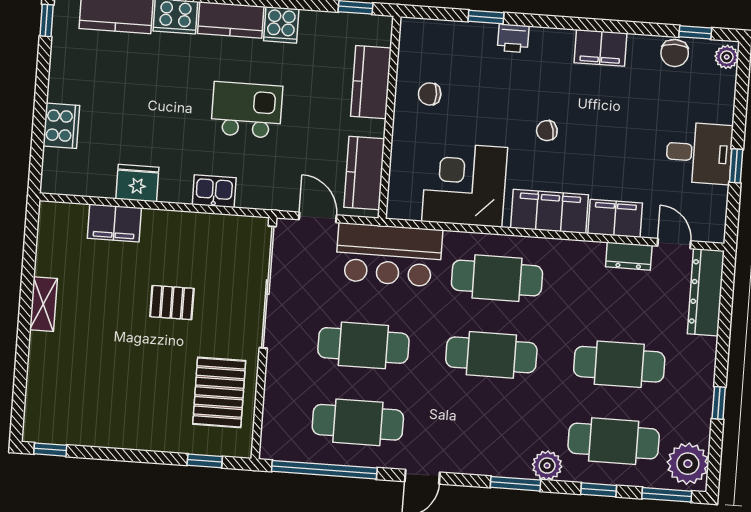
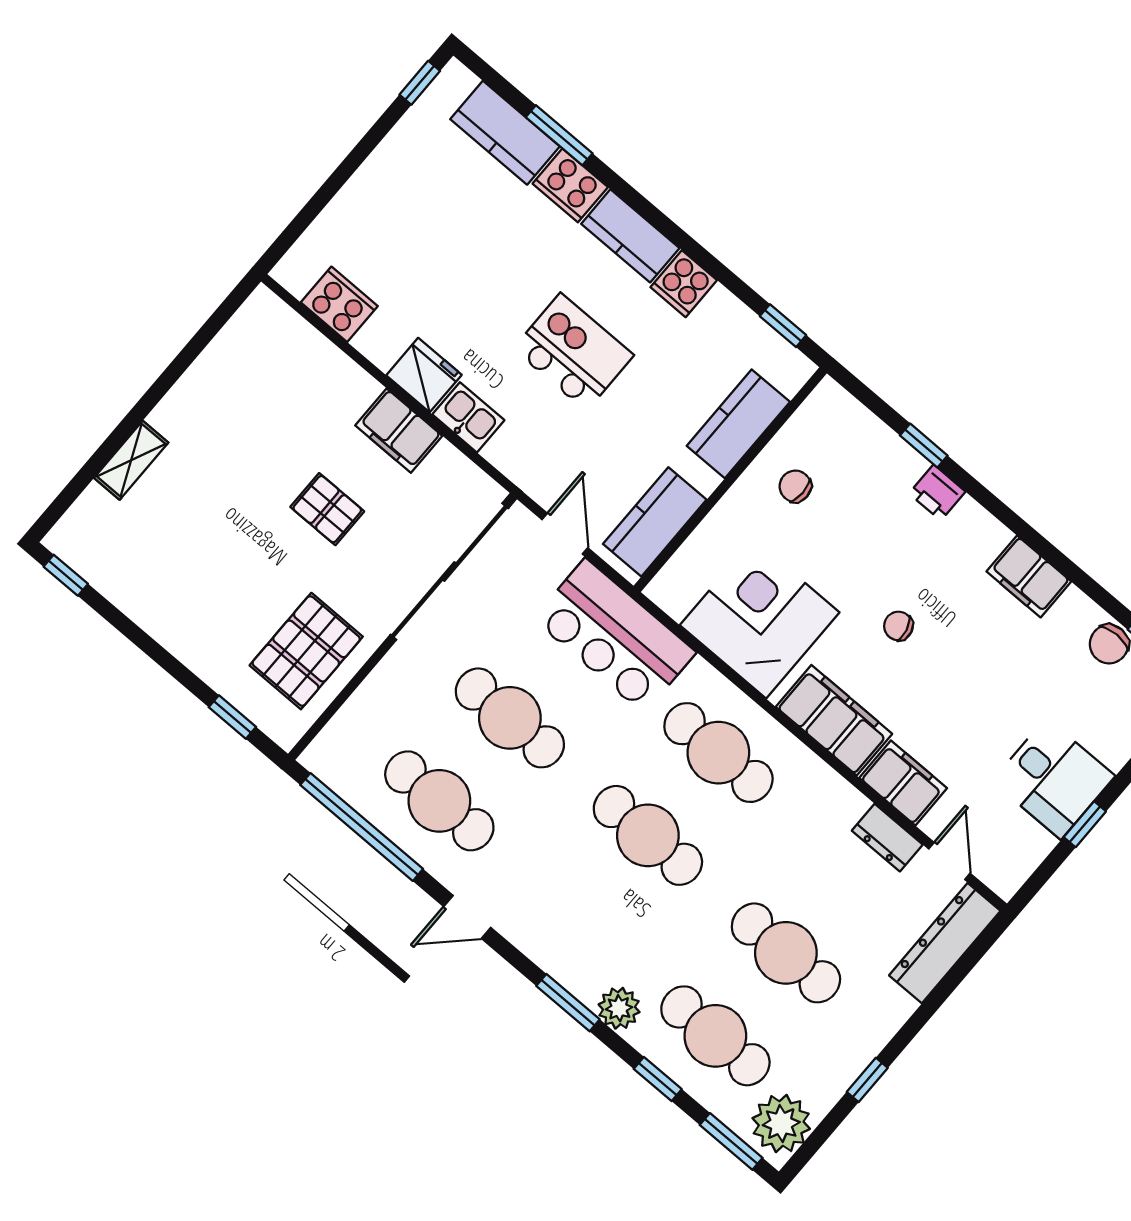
cooker: (61, 126) -> (339, 304), moved, turned -90
fridge: (137, 183) -> (424, 375), moved
filing cabinet: (114, 223) -> (399, 431), moved
shelving: (43, 304) -> (131, 460), moved

